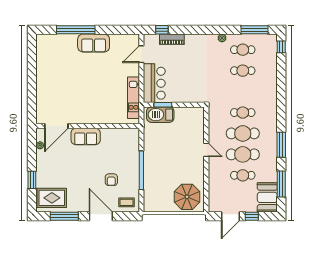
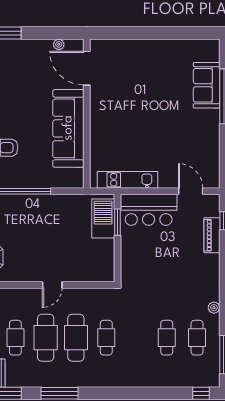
sofa: (94, 43) -> (207, 85), moved
sofa: (86, 136) -> (68, 128), width x1.85, depth x1.27

